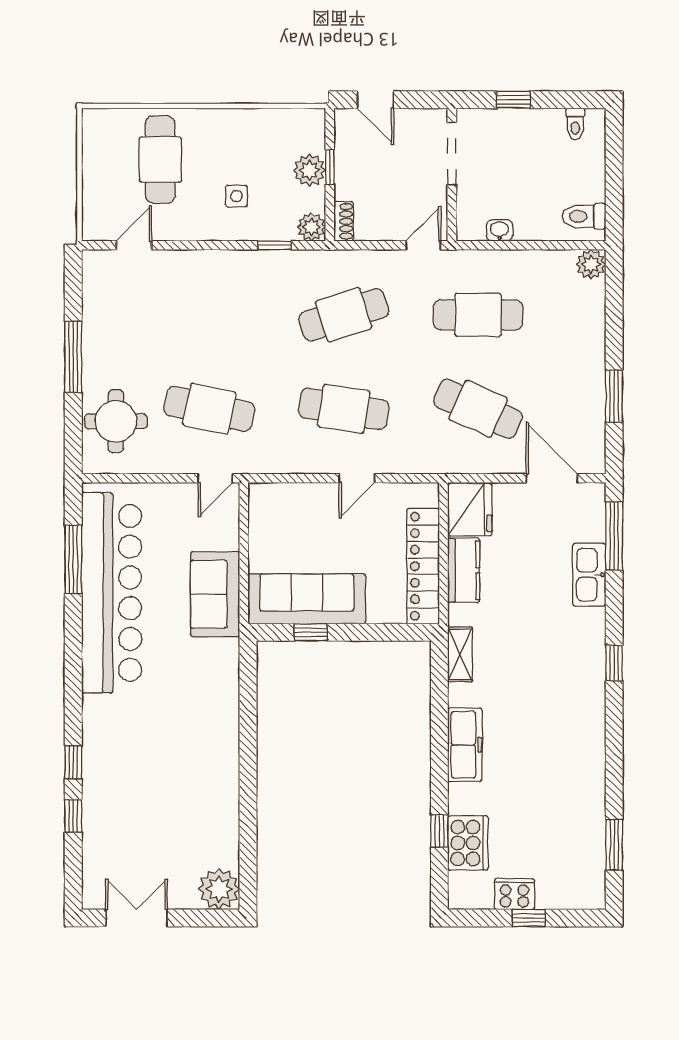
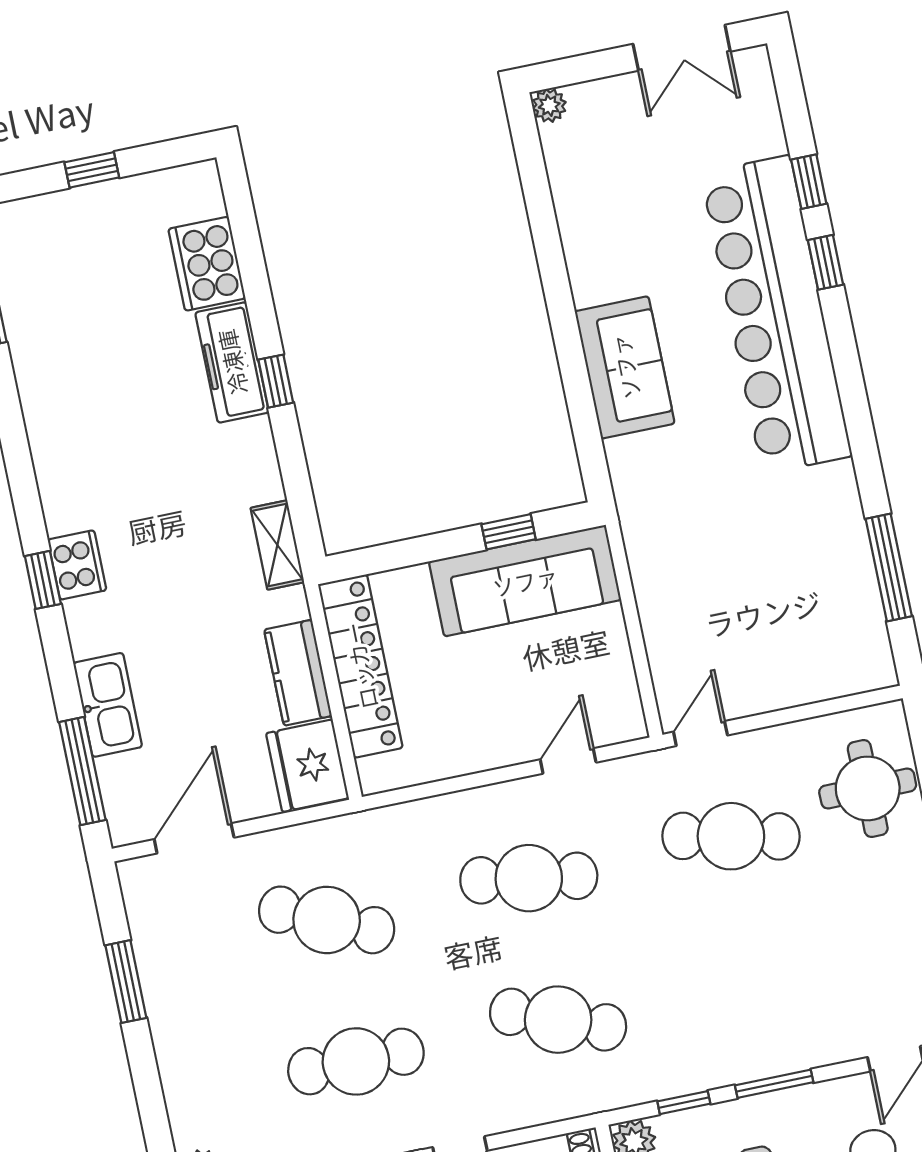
window: (214, 245) -> (774, 1084), added
cafe table: (344, 315) -> (558, 1020), turned 39
door: (357, 478) -> (568, 761), moved
door: (552, 478) -> (194, 838), swing flipped
bar counter: (112, 593) -> (776, 315), moved
sofa: (215, 594) -> (625, 367), moved
freezer: (465, 745) -> (232, 362), moved
window: (439, 831) -> (276, 381), moved
plant: (219, 889) -> (549, 105), width x0.53, depth x0.53
cooker: (514, 894) -> (77, 565), moved, turned -90

